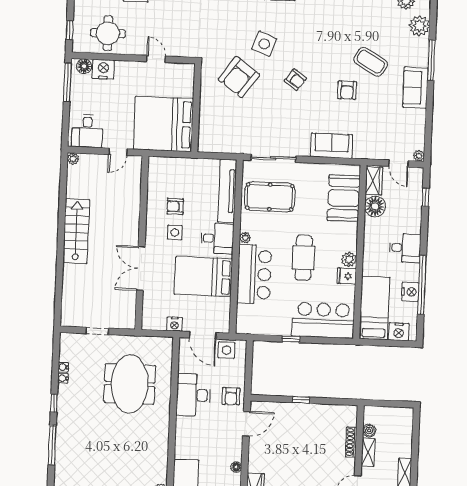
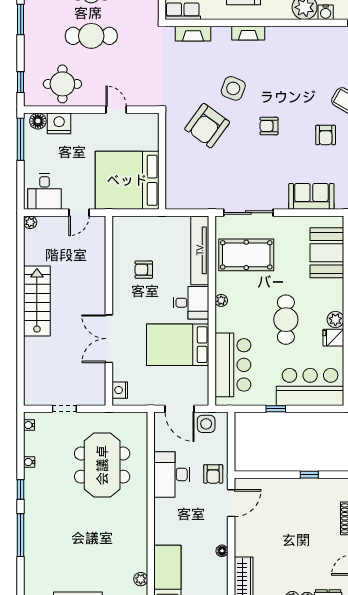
armchair: (295, 80) -> (269, 126), turned 144
side table: (175, 233) -> (144, 298), removed
bar counter: (254, 274) -> (233, 365), moved
nightstand: (175, 324) -> (120, 390), moved, turned 90
water cooler: (63, 367) -> (29, 425), moved
window: (301, 400) -> (309, 475), moved

